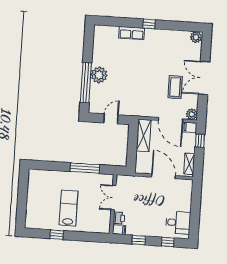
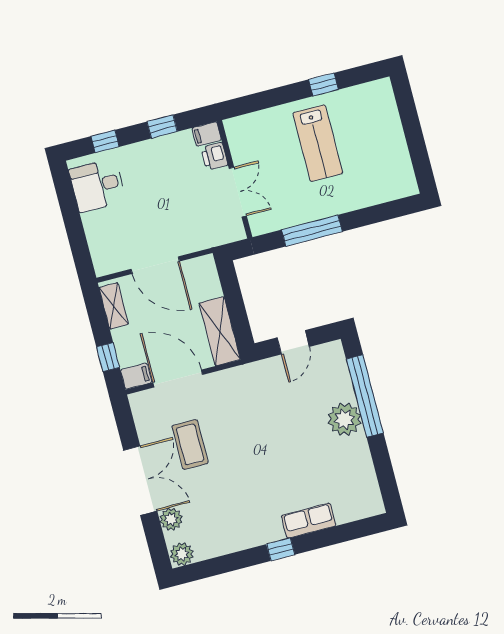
plant: (192, 114) -> (171, 519), moved

